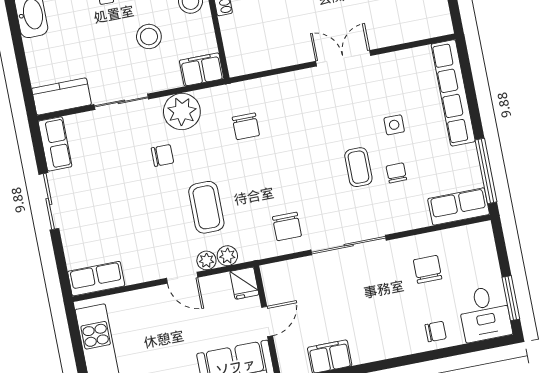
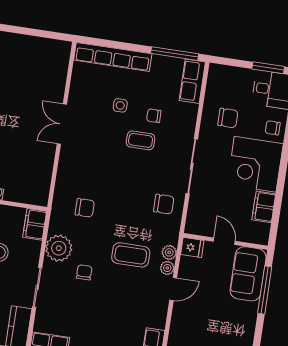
chair: (428, 269) -> (228, 118), turned 180
corner desk: (381, 326) -> (255, 164), added
chair: (436, 332) -> (273, 128), turned -90

